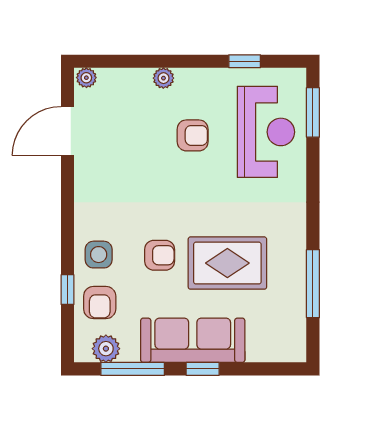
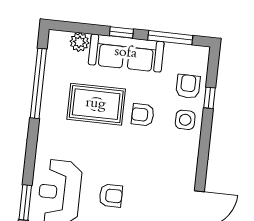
armchair: (193, 135) -> (111, 196), turned 180
window: (313, 284) -> (38, 83), width x1.46
plant: (106, 349) -> (79, 42), moved

